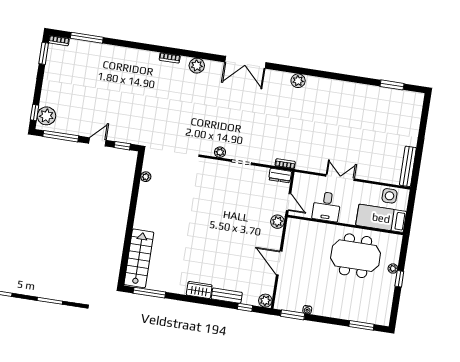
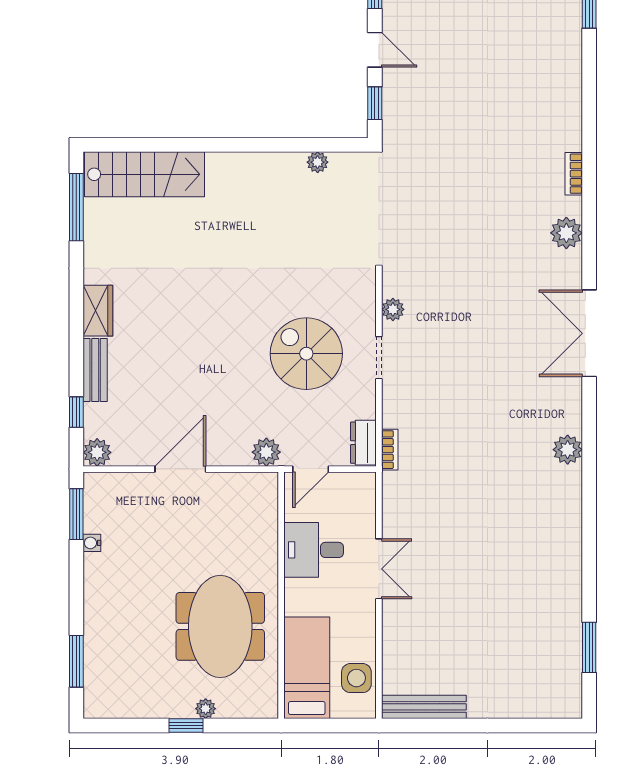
spiral stairs: (234, 196) -> (306, 354), added

